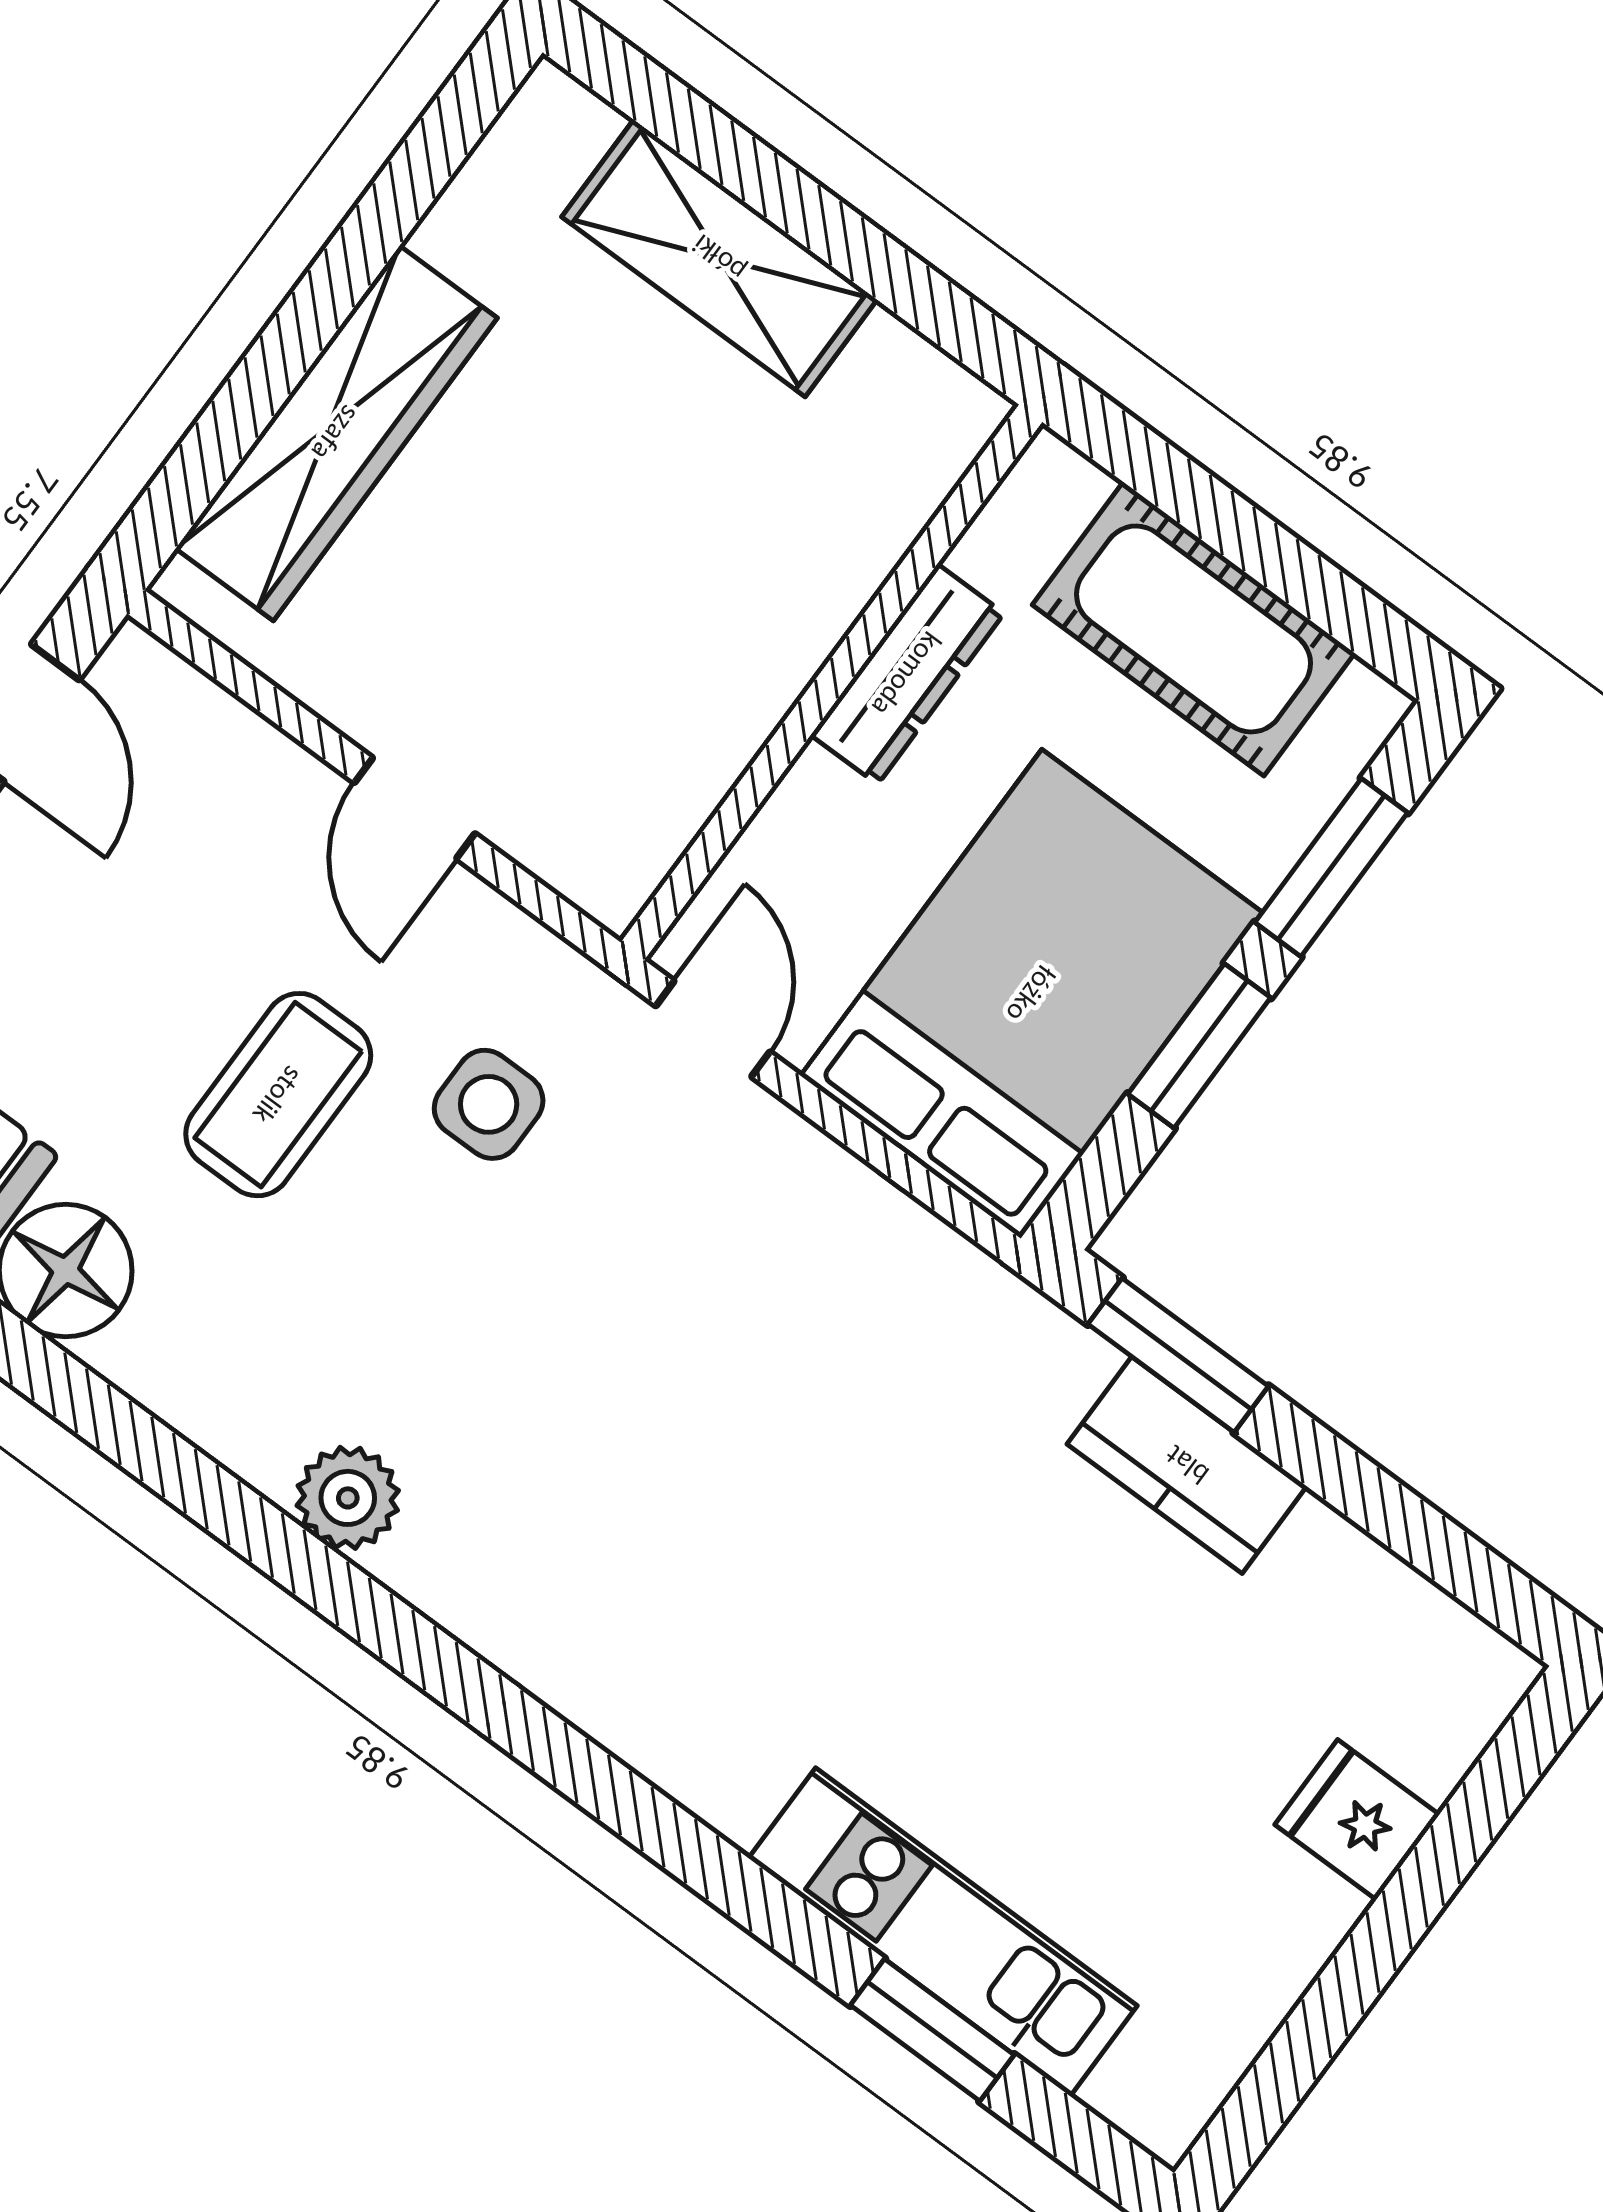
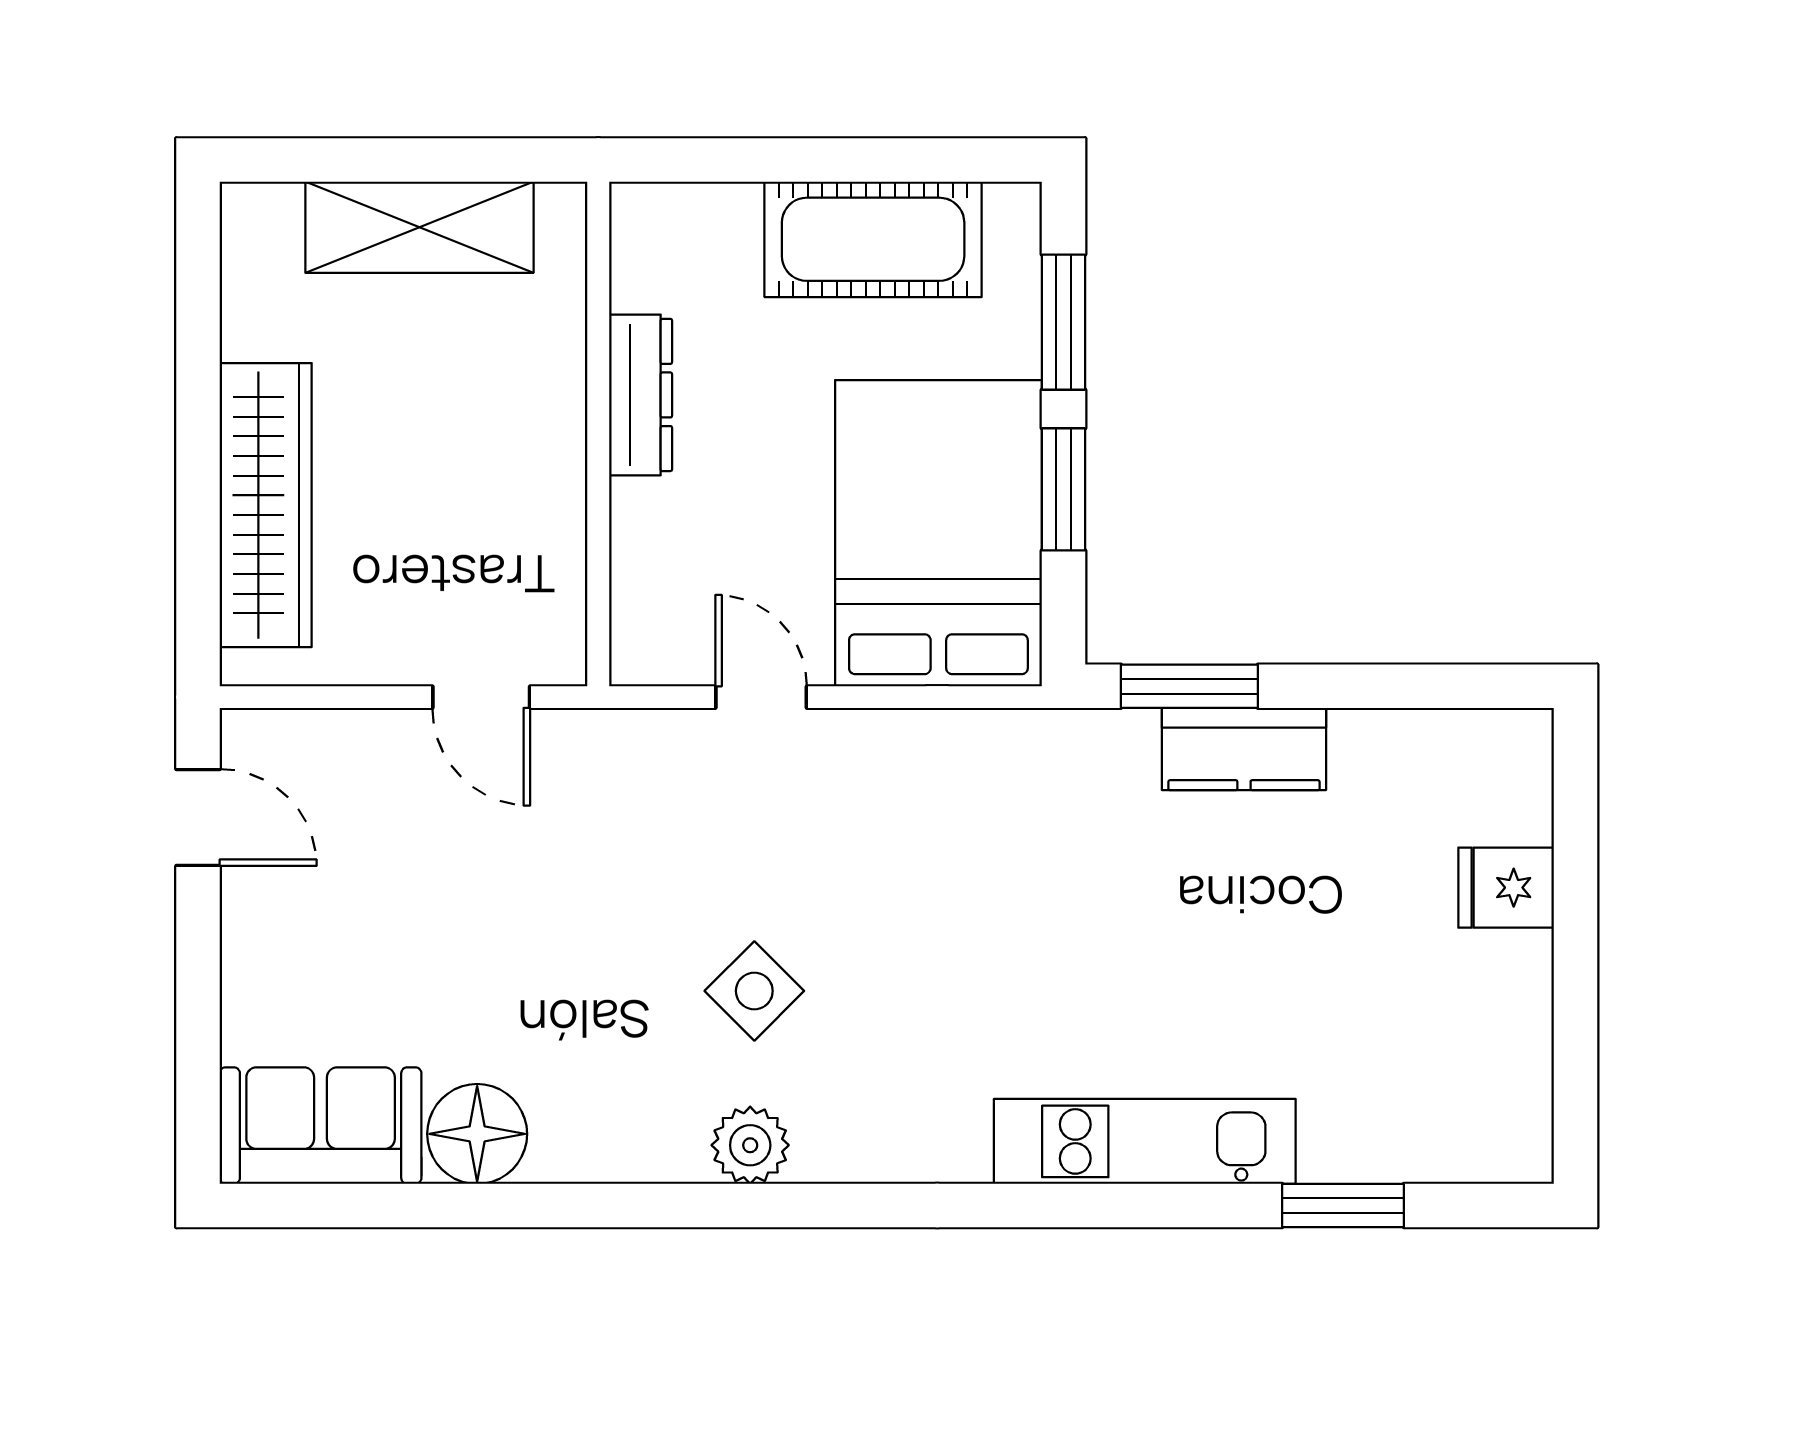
dresser: (907, 674) -> (641, 395), moved
wall: (832, 682) -> (598, 434), moved
coffee table: (278, 1095) -> (527, 932), removed
side table: (489, 1104) -> (754, 991), moved, turned 45
kitchen unit: (943, 1932) -> (1145, 1141), moved

